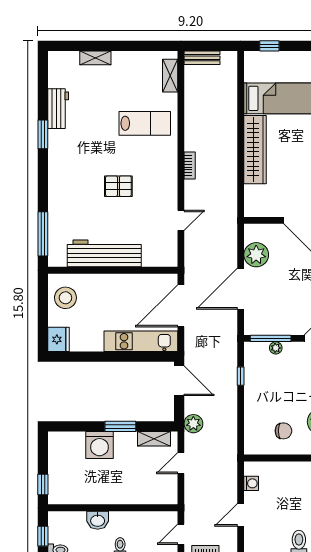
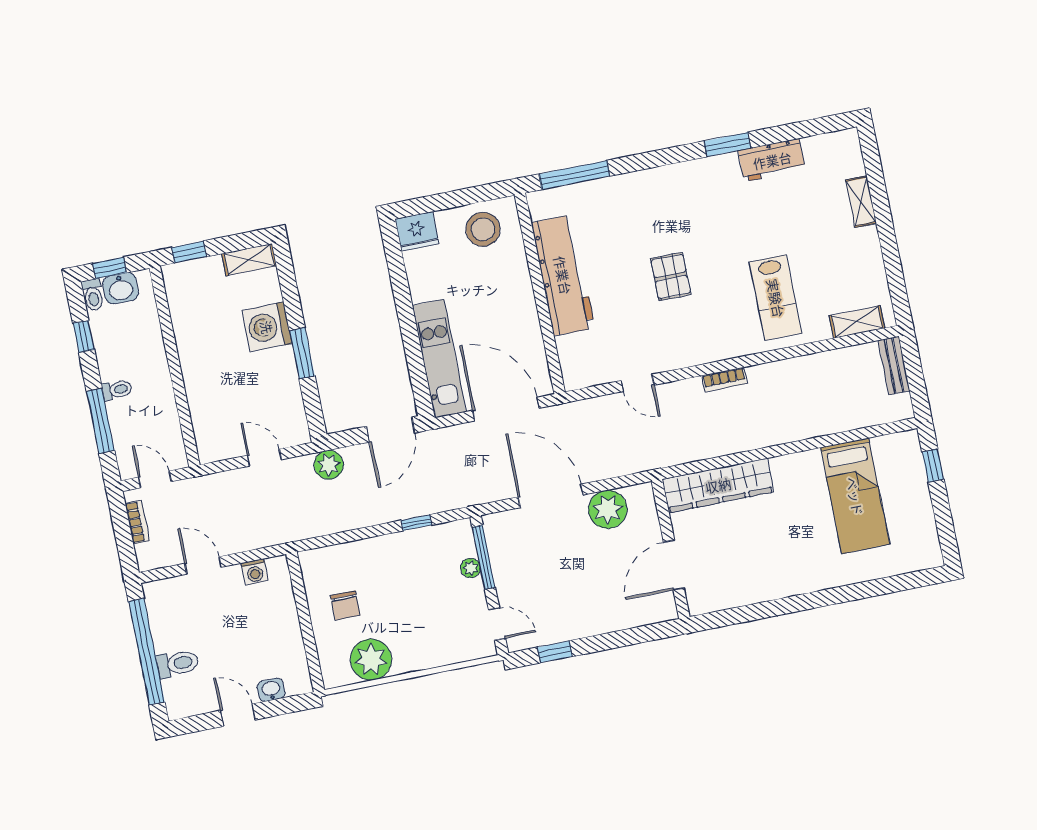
wardrobe: (255, 150) -> (718, 485), moved
shelving: (154, 439) -> (249, 260), moved, turned 90
washbasin: (98, 520) -> (121, 288), moved, turned -90

